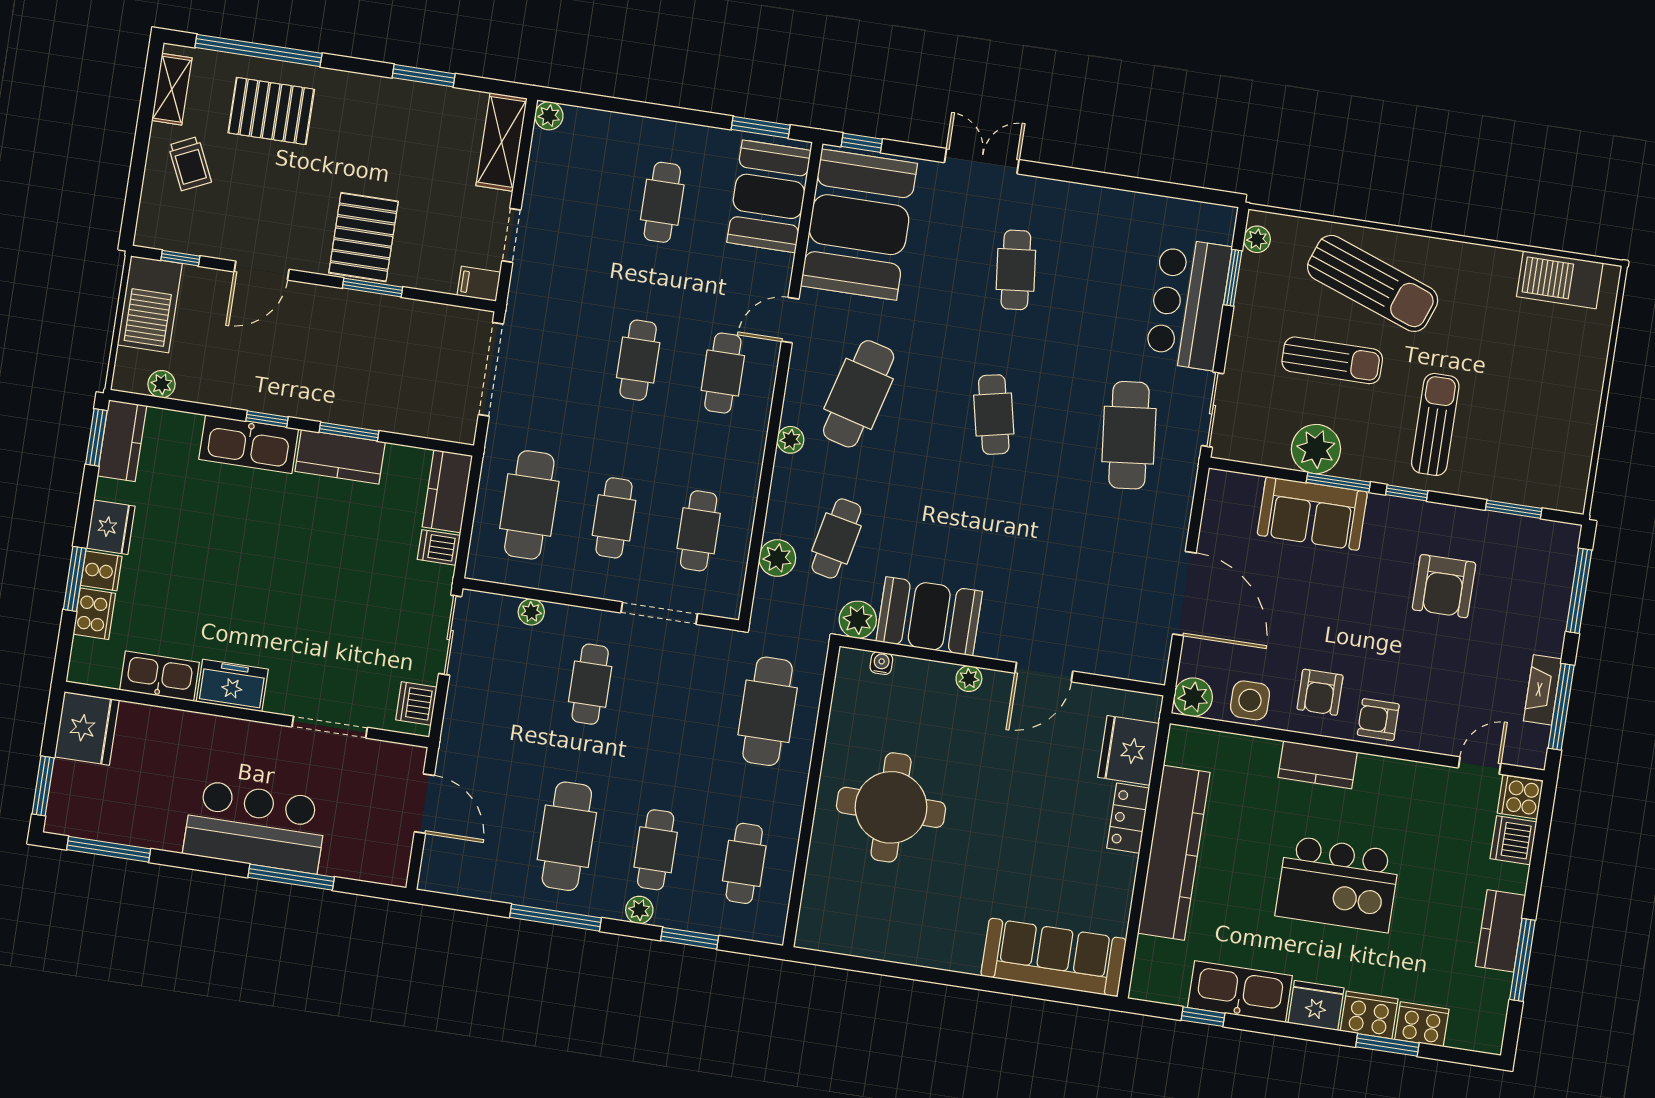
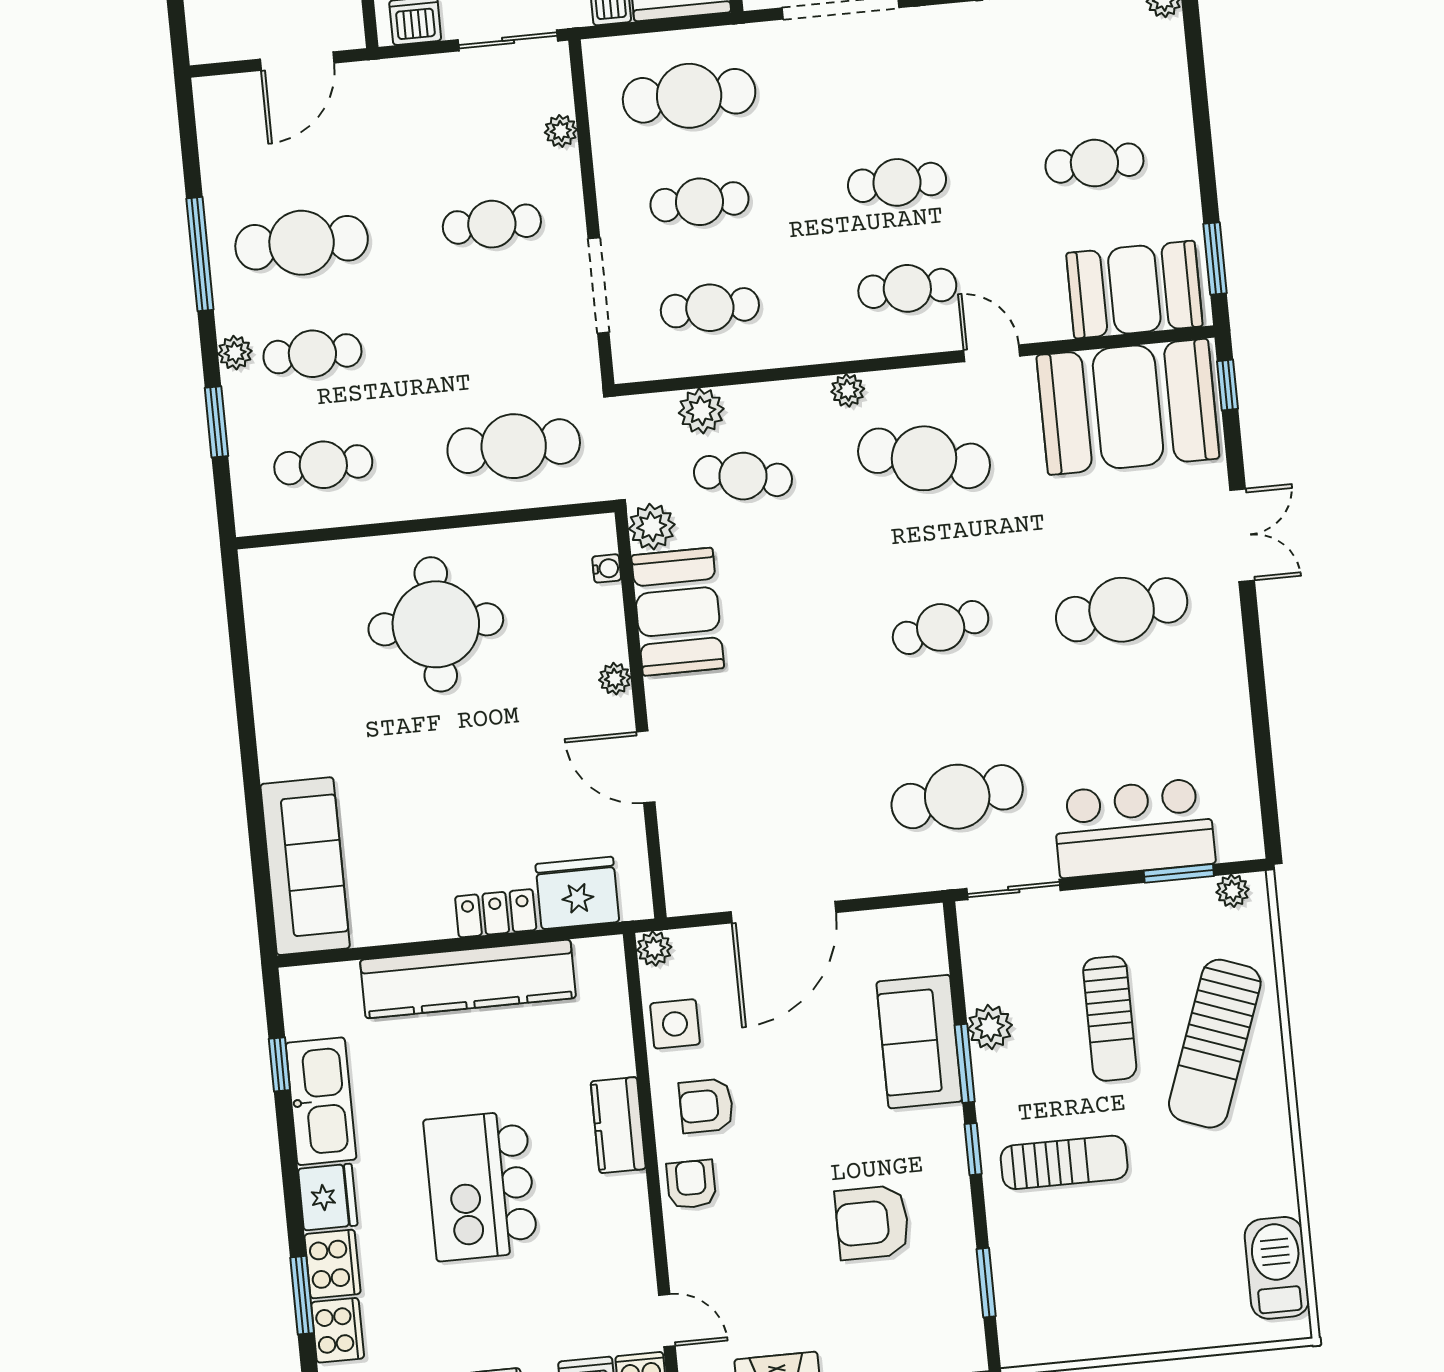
cafe table: (1016, 270) -> (1122, 610), width x1.37, depth x1.35
plant: (1316, 449) -> (990, 1027), width x0.73, depth x0.73
plant: (1193, 697) -> (654, 948), width x0.73, depth x0.73

